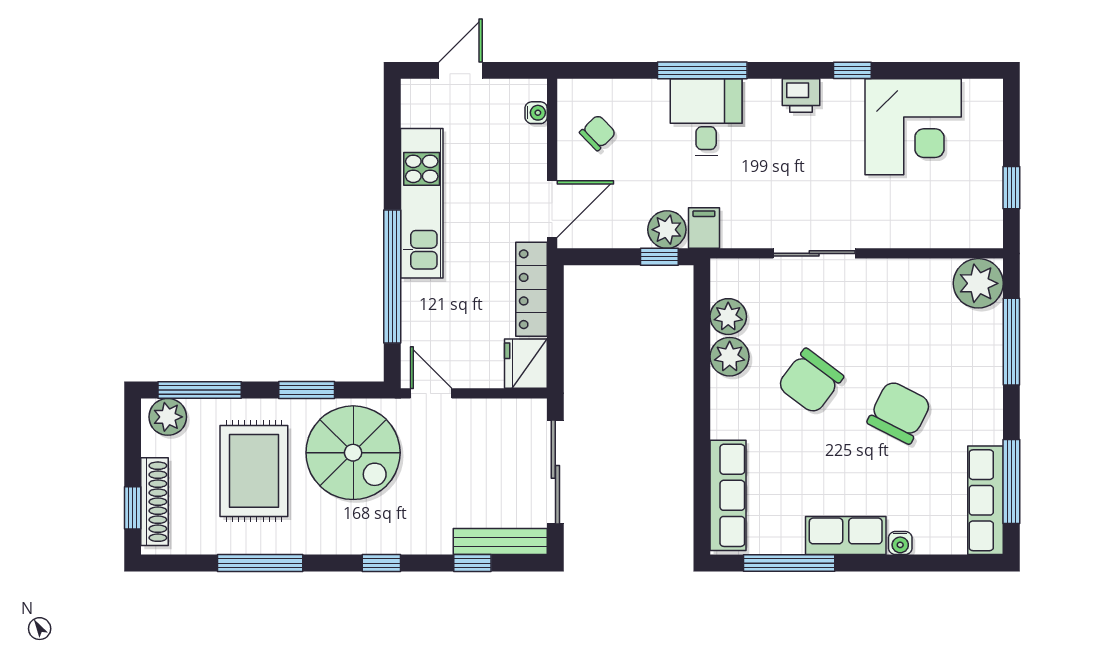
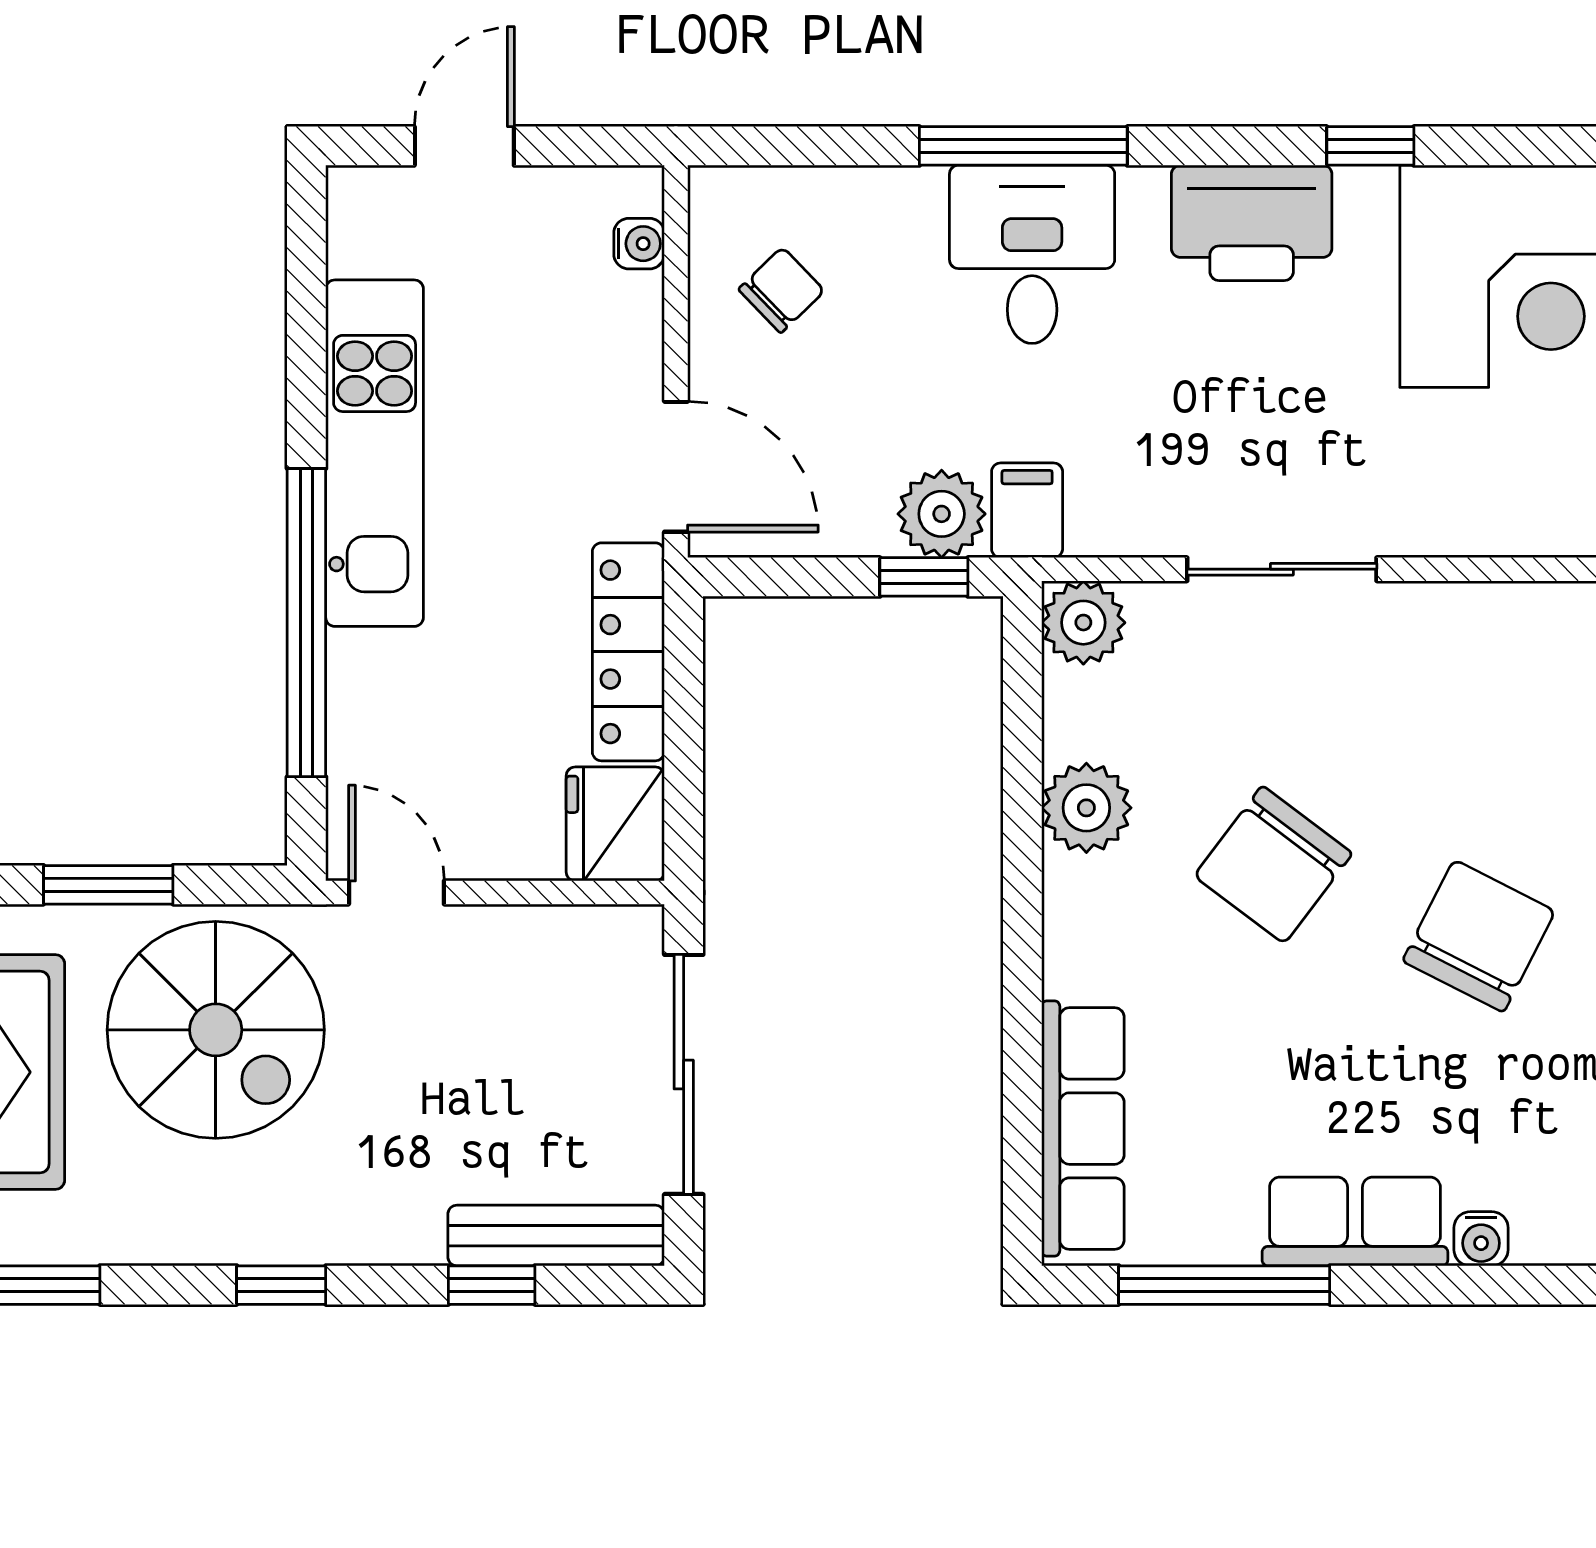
printer: (801, 96) -> (1252, 223), width x1.87, depth x1.48
door: (552, 209) -> (676, 467), hinge flipped
plant: (728, 317) -> (1083, 623), moved

